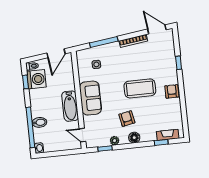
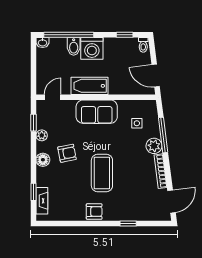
plant: (113, 48) -> (154, 146), added
washing machine: (36, 79) -> (92, 48), moved

